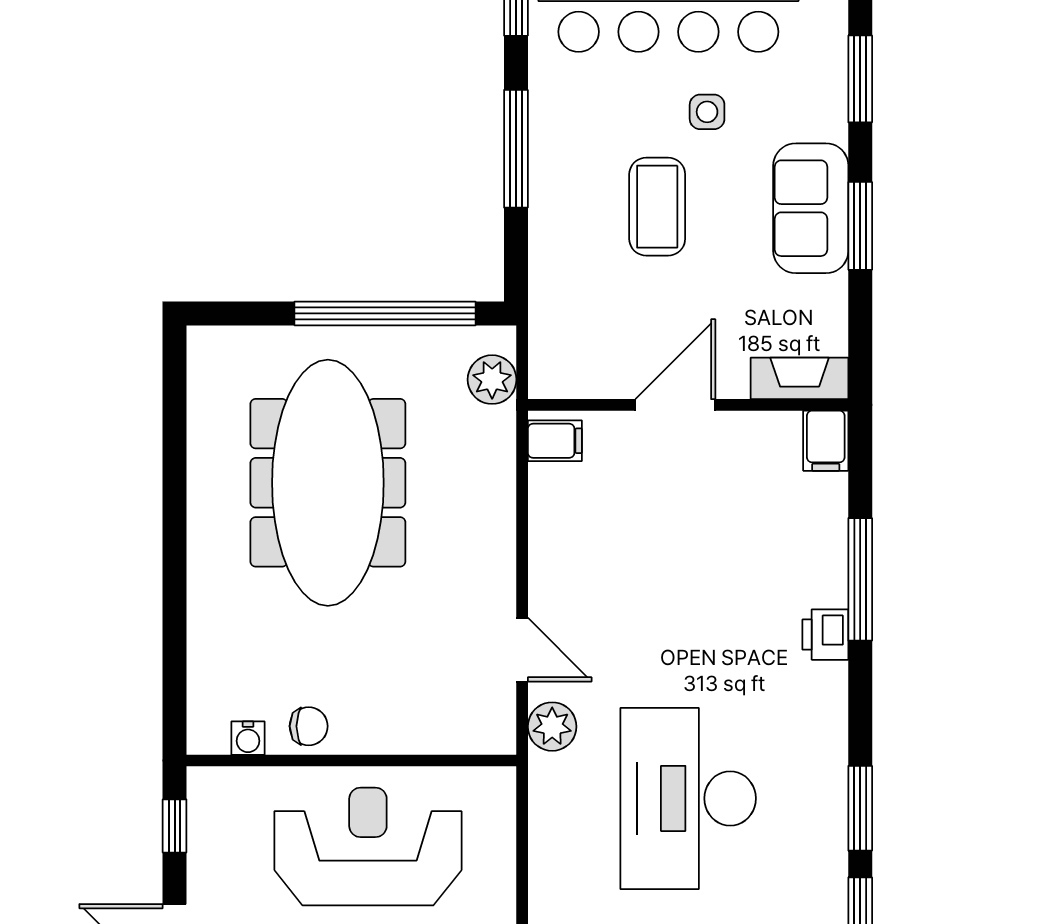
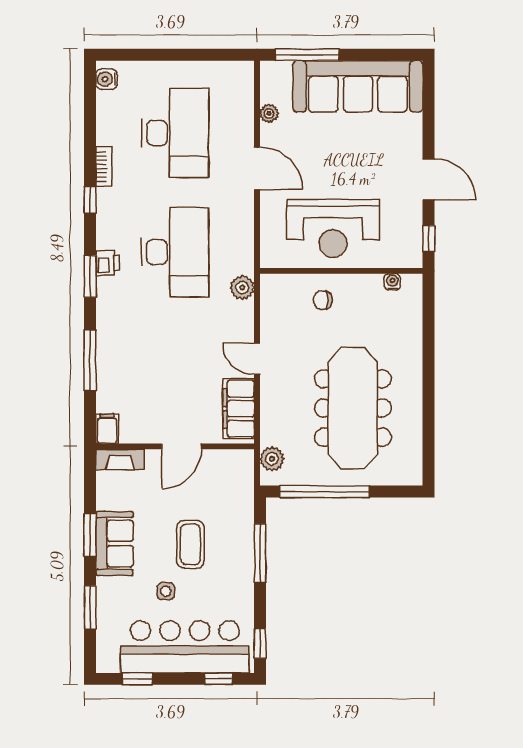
window: (516, 149) -> (260, 553), moved
filing cabinet: (555, 441) -> (239, 409), width x3.00, depth x1.17
printer: (825, 635) -> (107, 263), moved
door: (522, 650) -> (257, 359), moved
chair: (309, 726) -> (323, 300), moved
window: (860, 808) -> (90, 276), moved

